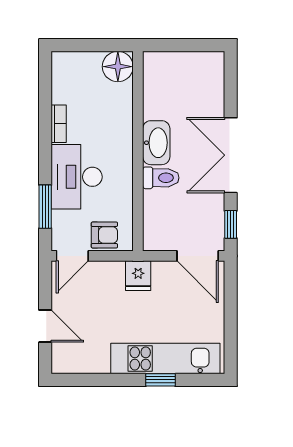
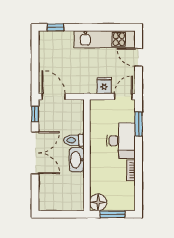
window: (92, 45) -> (113, 214), added
armchair: (104, 235) -> (106, 108), removed
fridge: (138, 276) -> (104, 86), moved
kitchen unit: (165, 359) -> (105, 39), moved
window: (161, 380) -> (56, 27), moved

